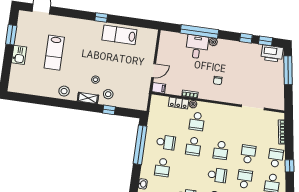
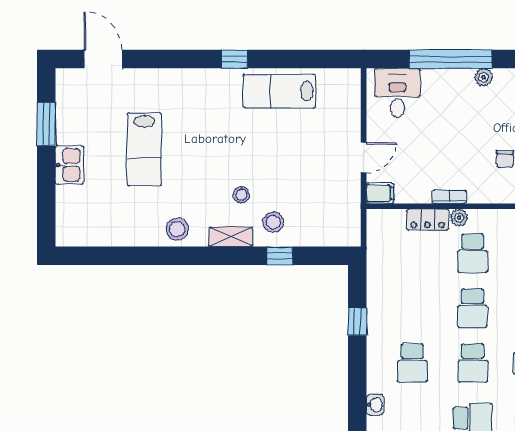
desk: (197, 47) -> (397, 93), moved
school desk: (166, 142) -> (473, 363), moved, turned 90
window: (140, 145) -> (357, 322), width x0.32

